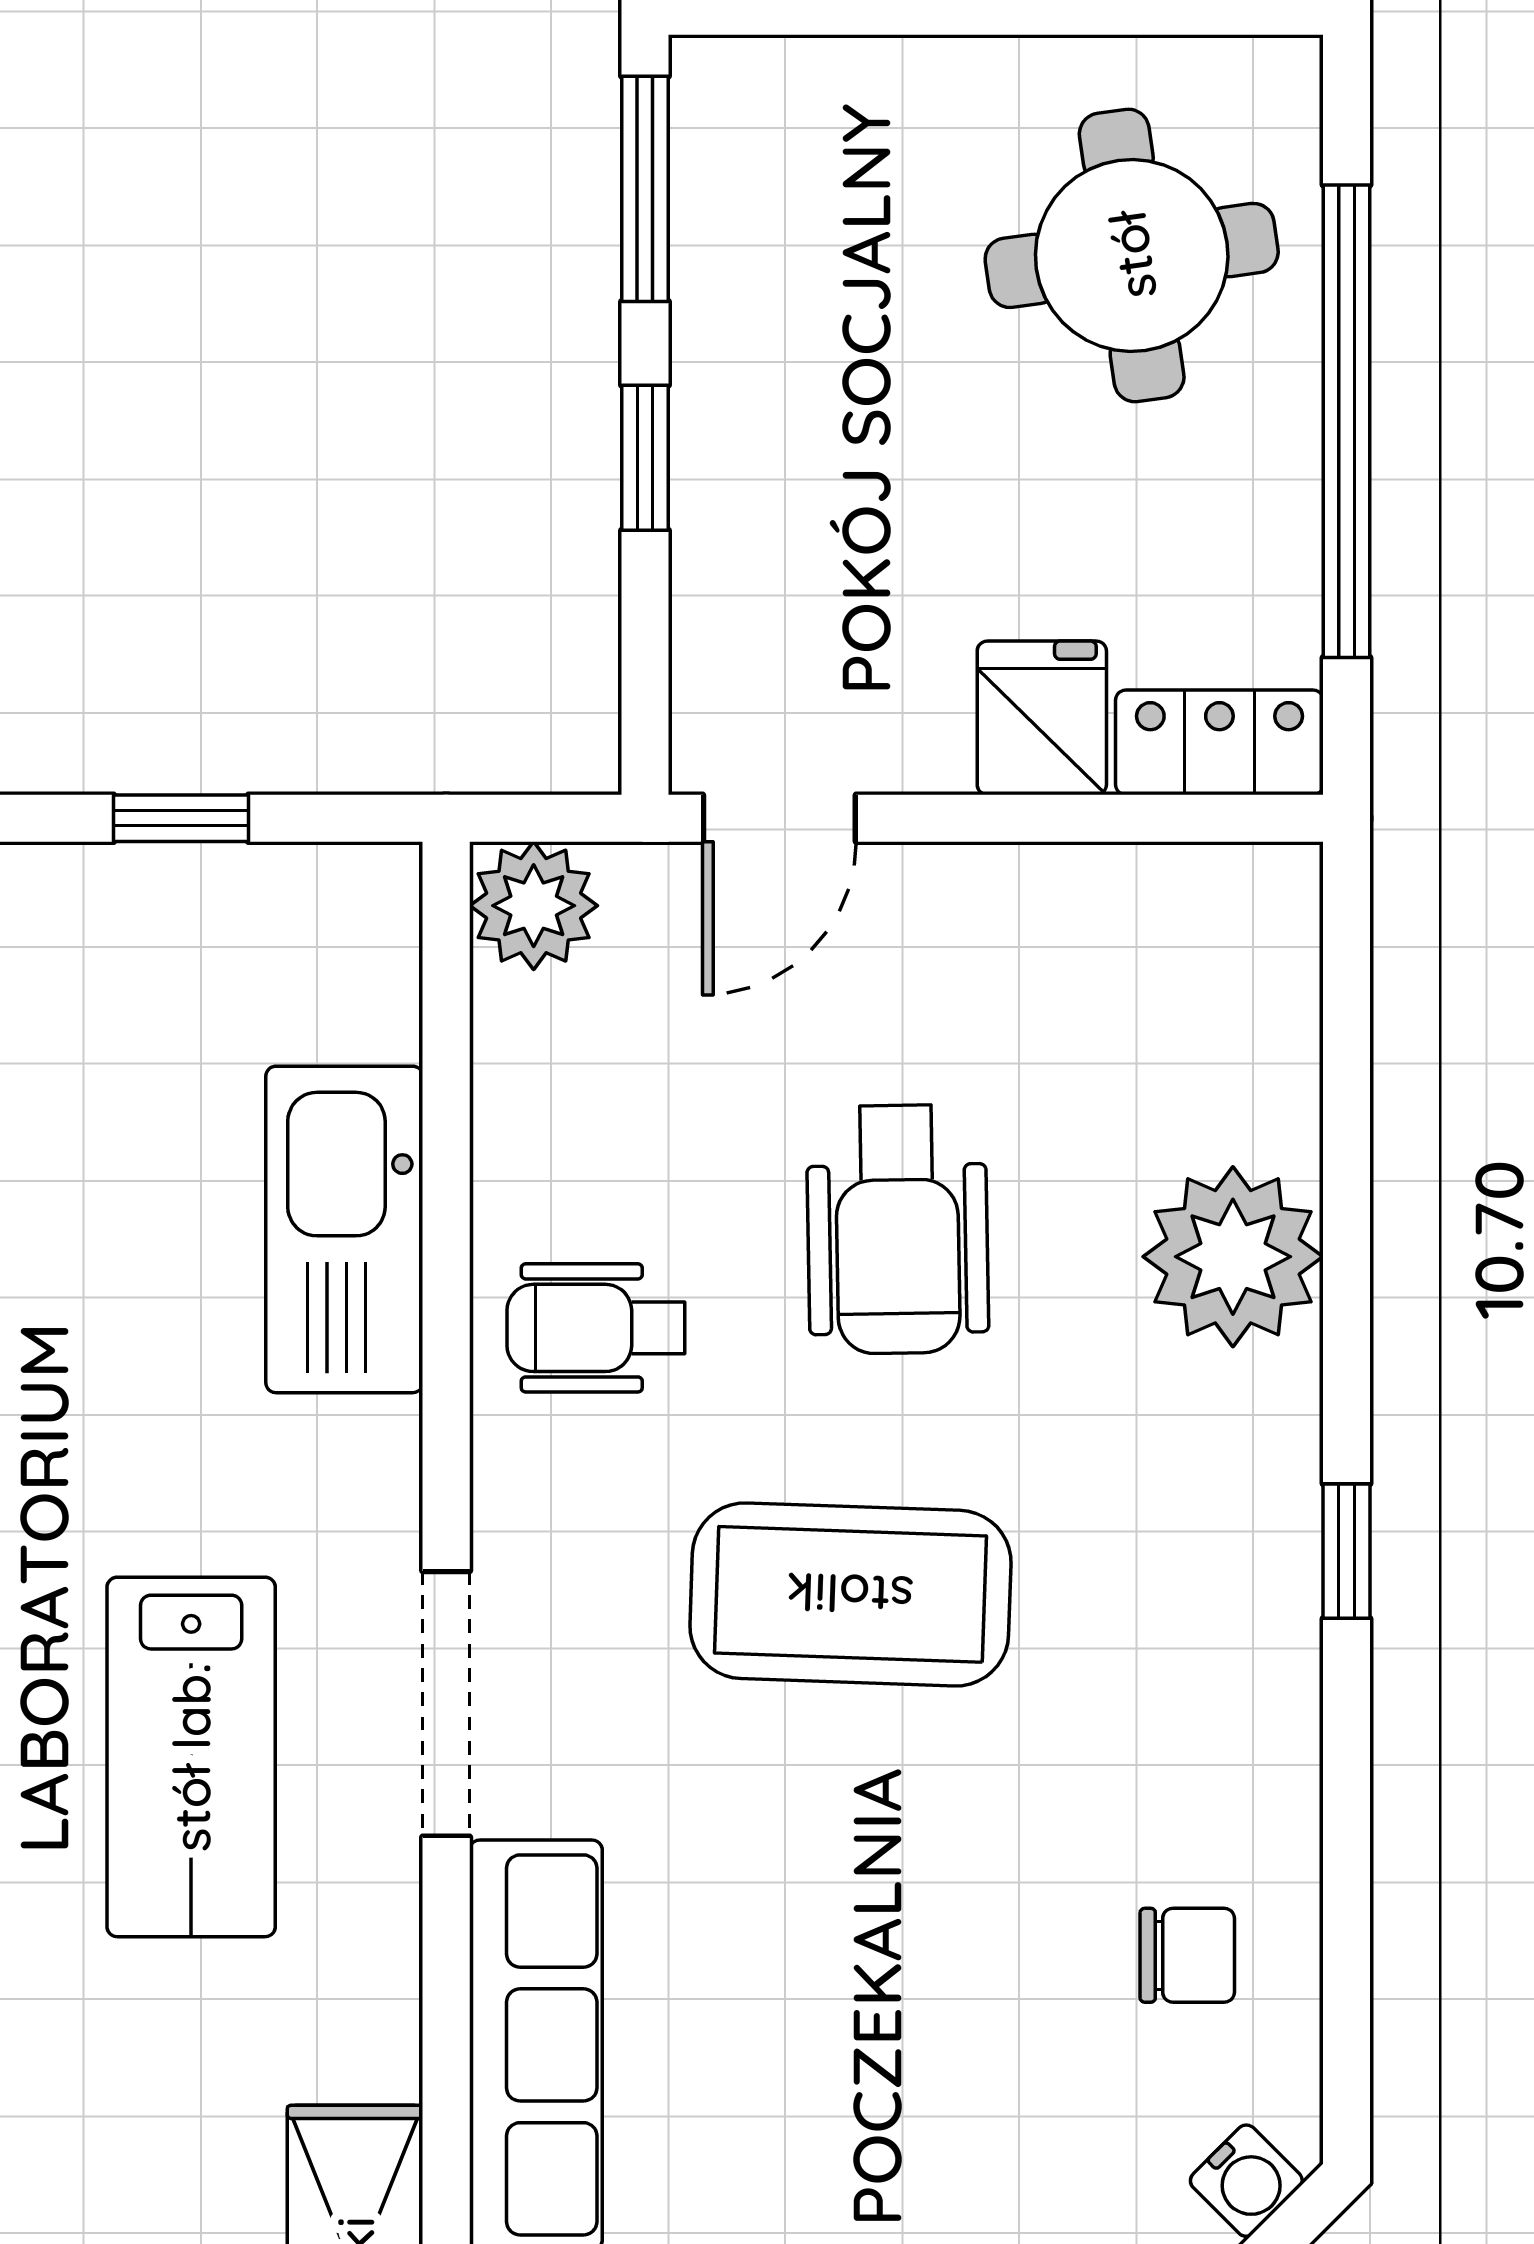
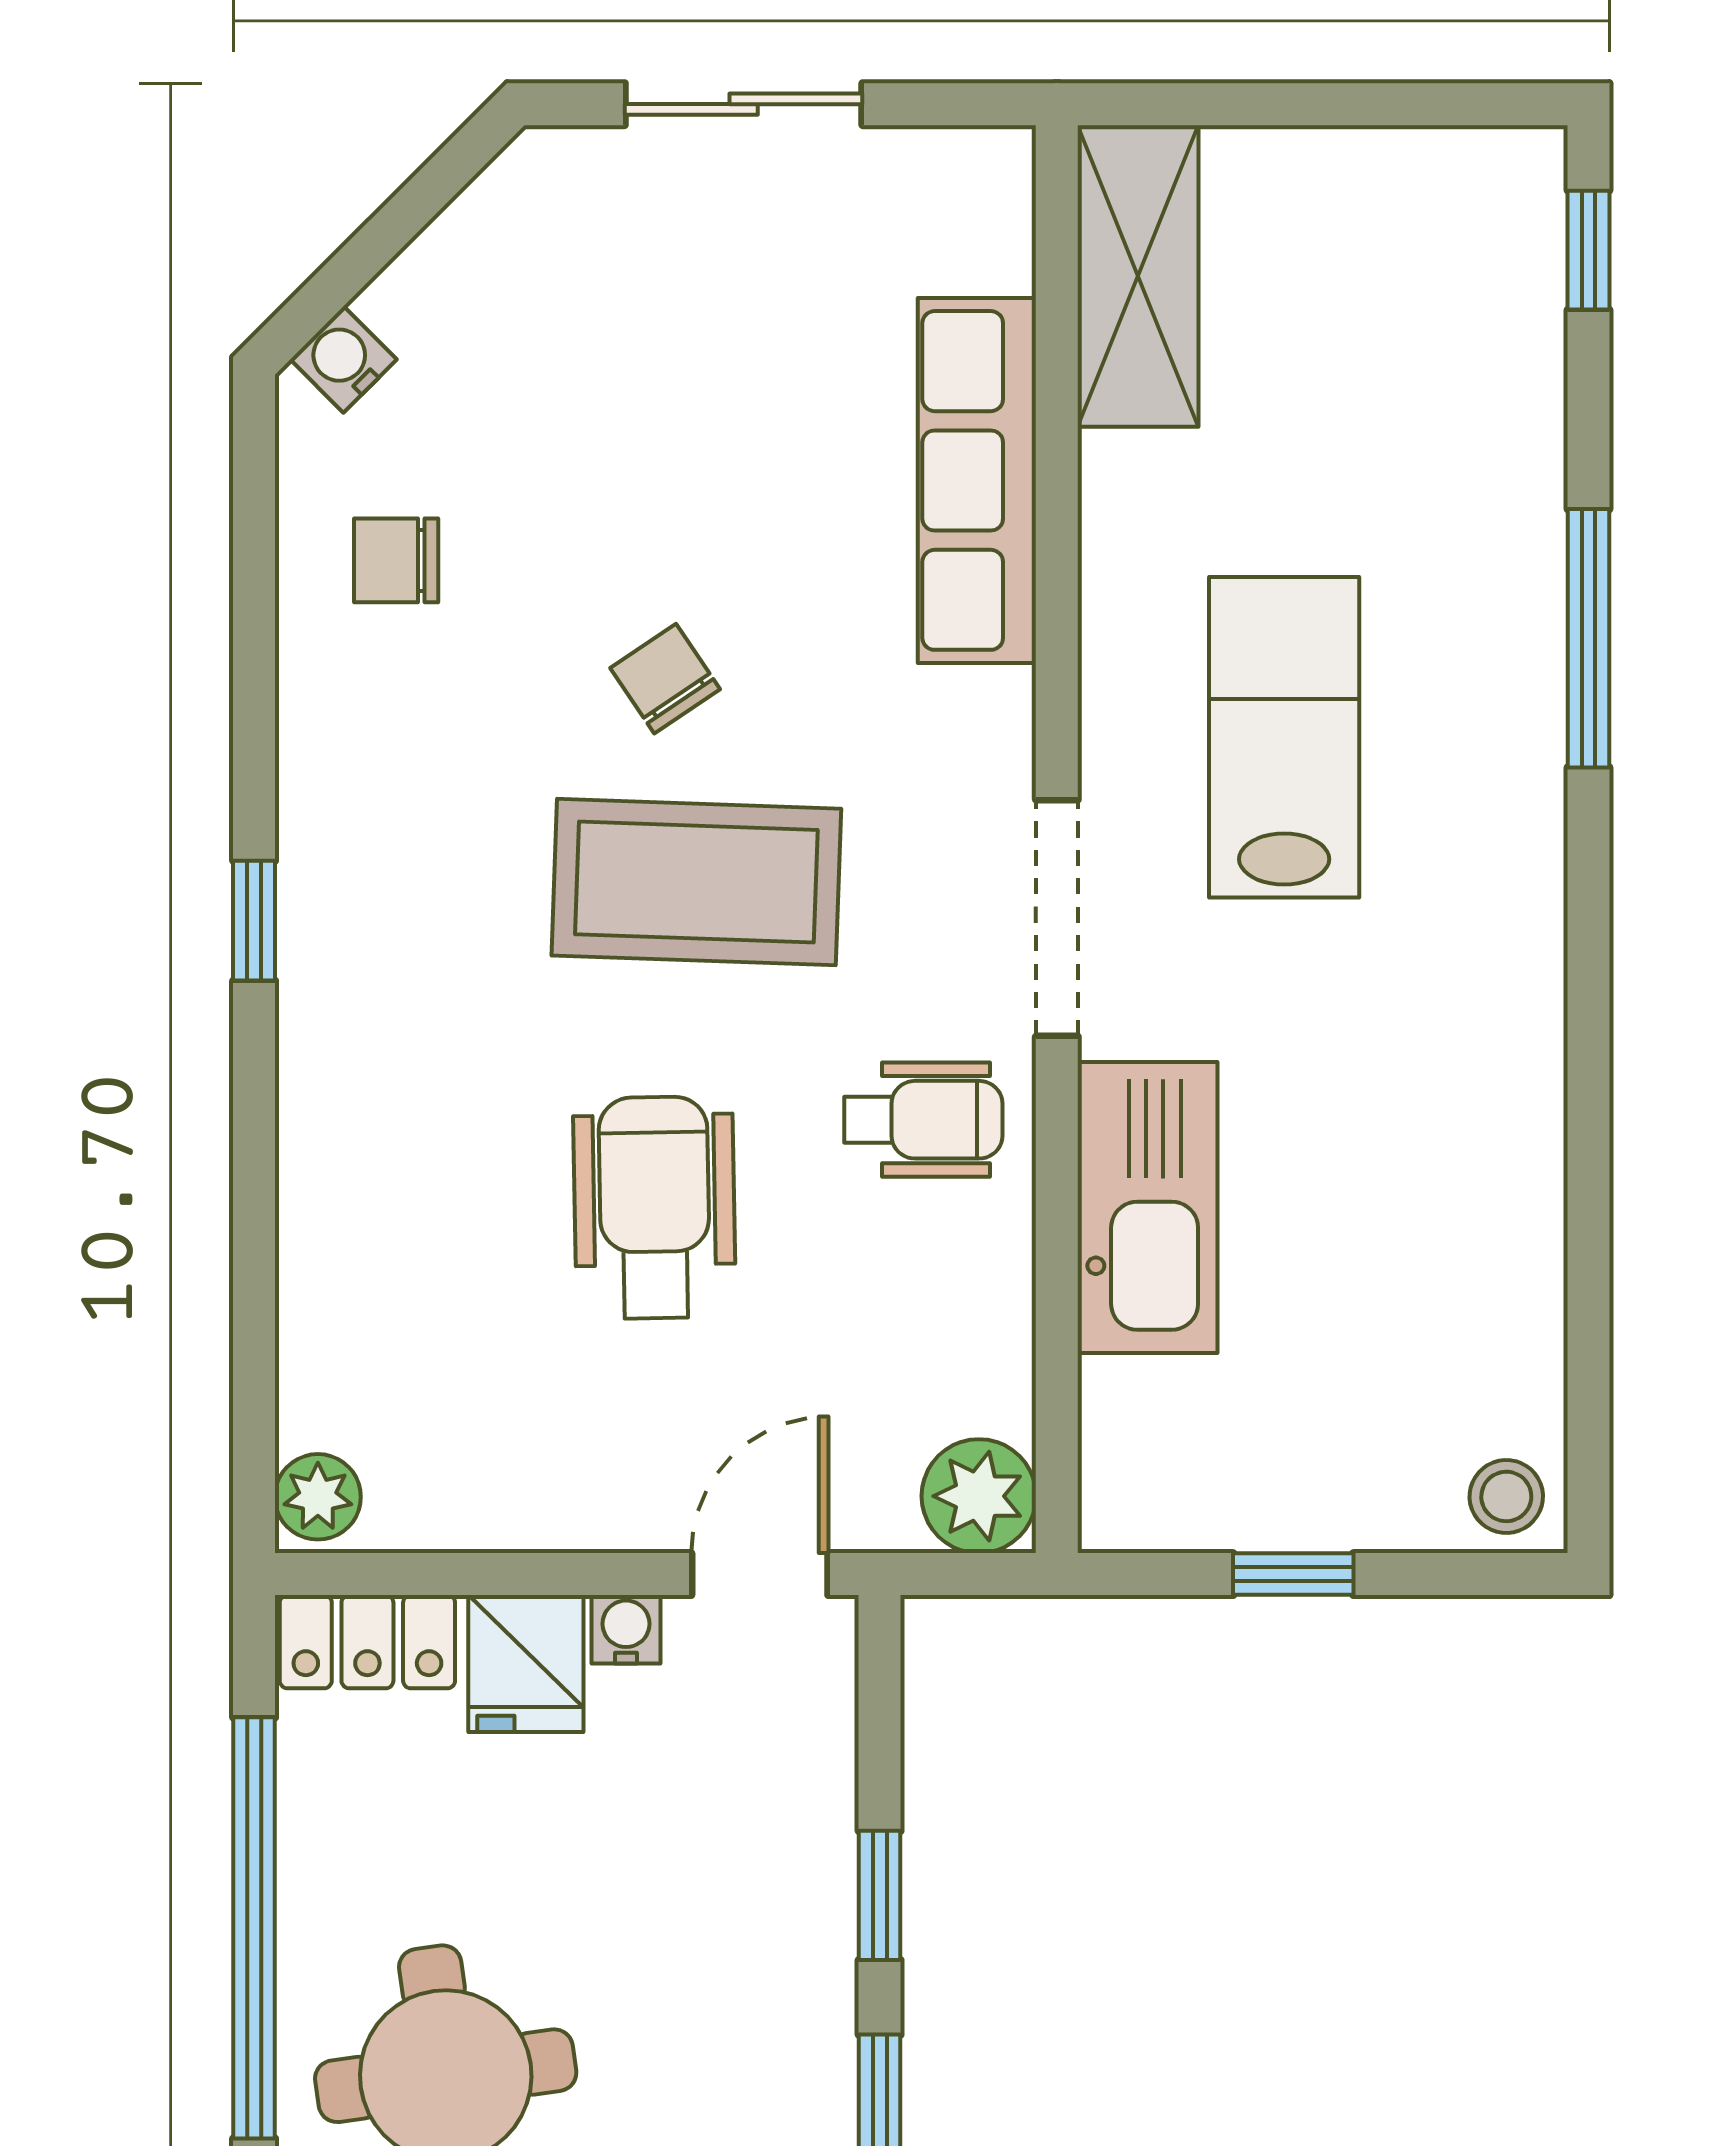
water cooler: (929, 756) -> (626, 1629), added
plant: (1233, 1257) -> (318, 1497), moved, width x0.53, depth x0.53
doorway: (446, 1704) -> (1057, 918), moved
chair: (886, 1823) -> (665, 679), added

